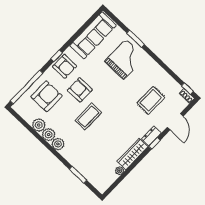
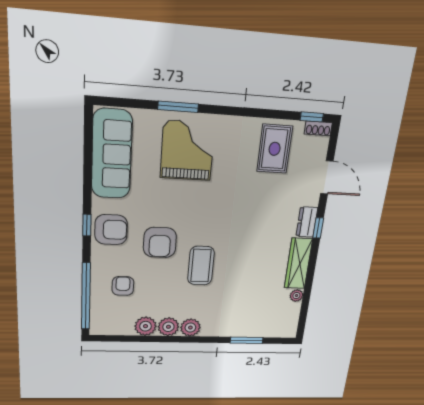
armchair: (80, 90) -> (160, 242), turned -90
armchair: (46, 96) -> (123, 286), width x0.53, depth x0.53
rug: (151, 100) -> (275, 149), moved

